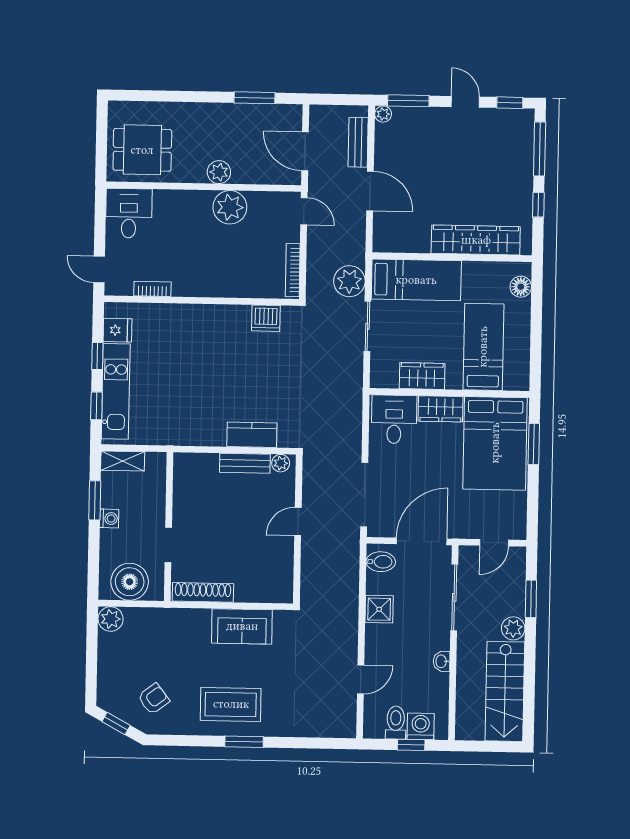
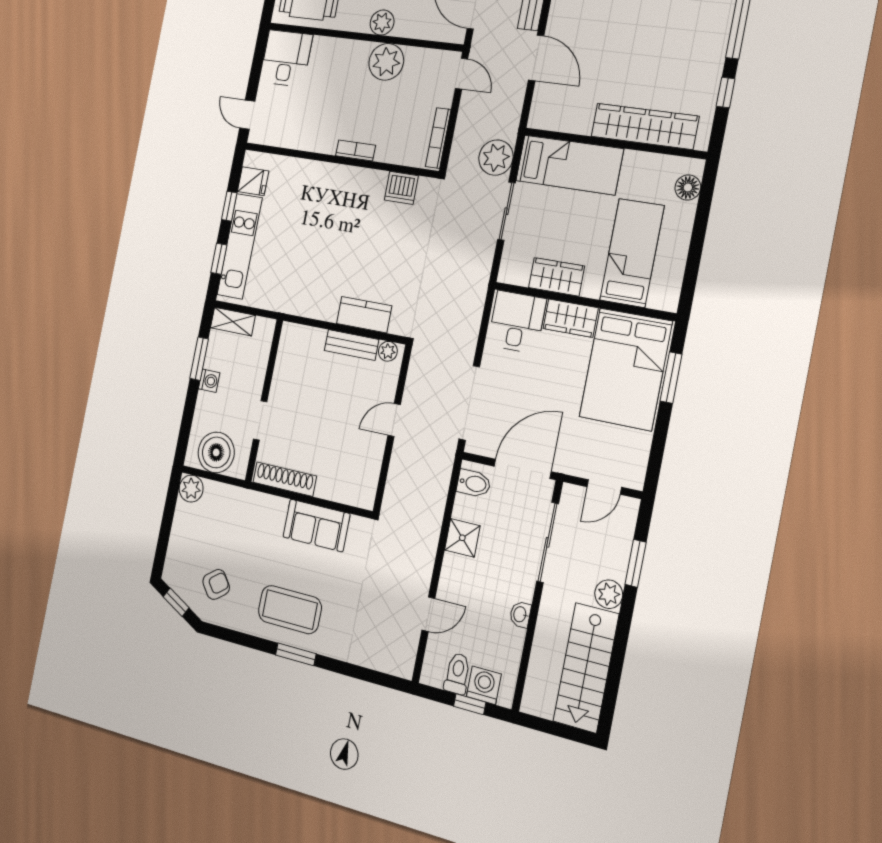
bookcase: (152, 289) -> (356, 150), moved

